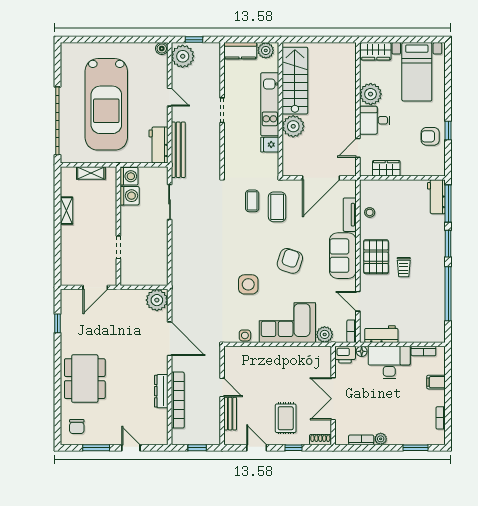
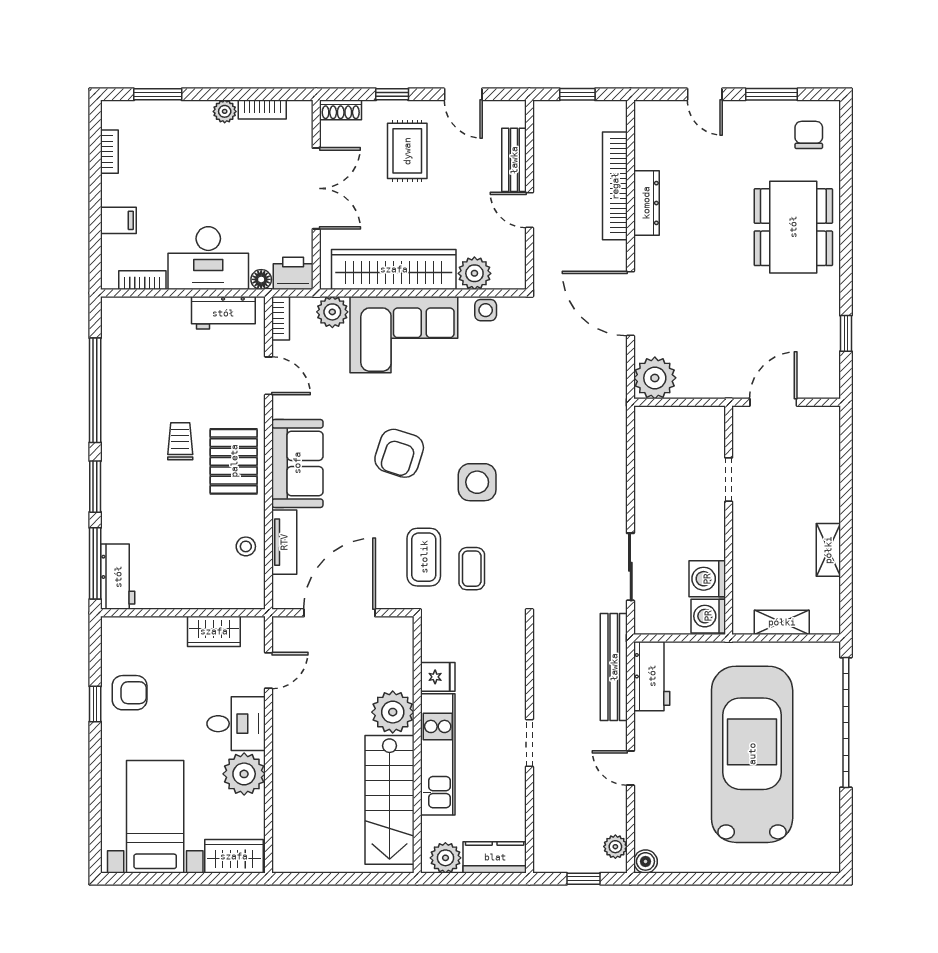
plant: (183, 56) -> (615, 847), width x0.53, depth x0.53
side table: (248, 284) -> (477, 482), moved
plant: (251, 355) -> (474, 273), added
wardrobe: (293, 357) -> (394, 269), added

